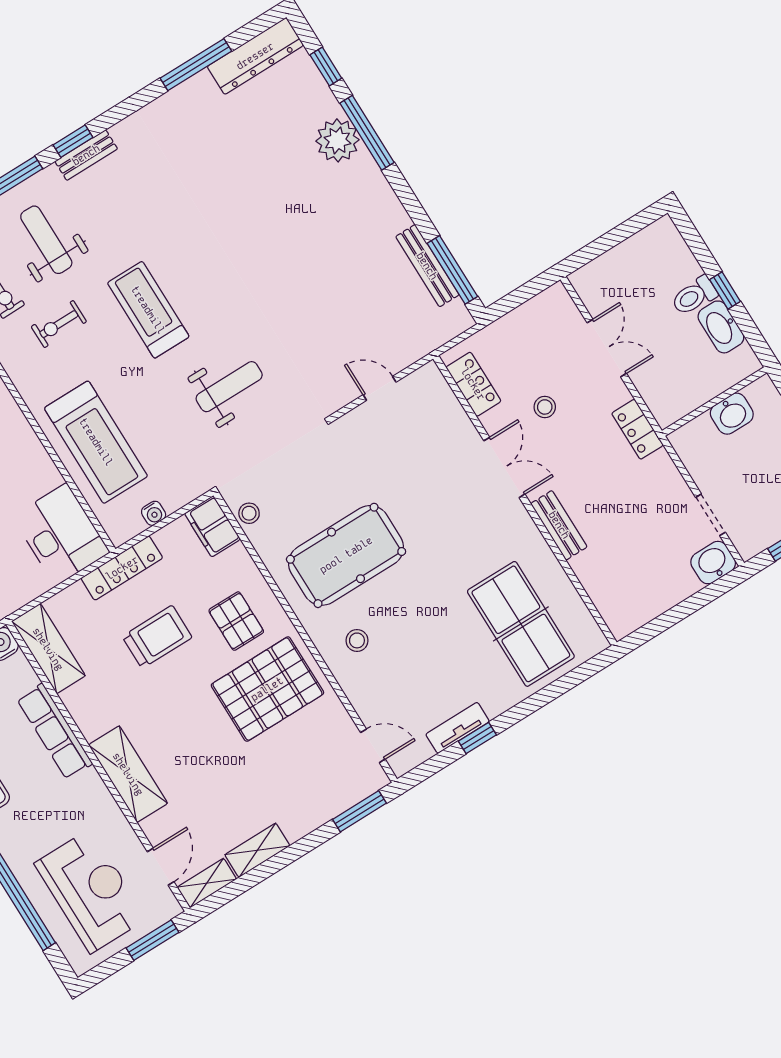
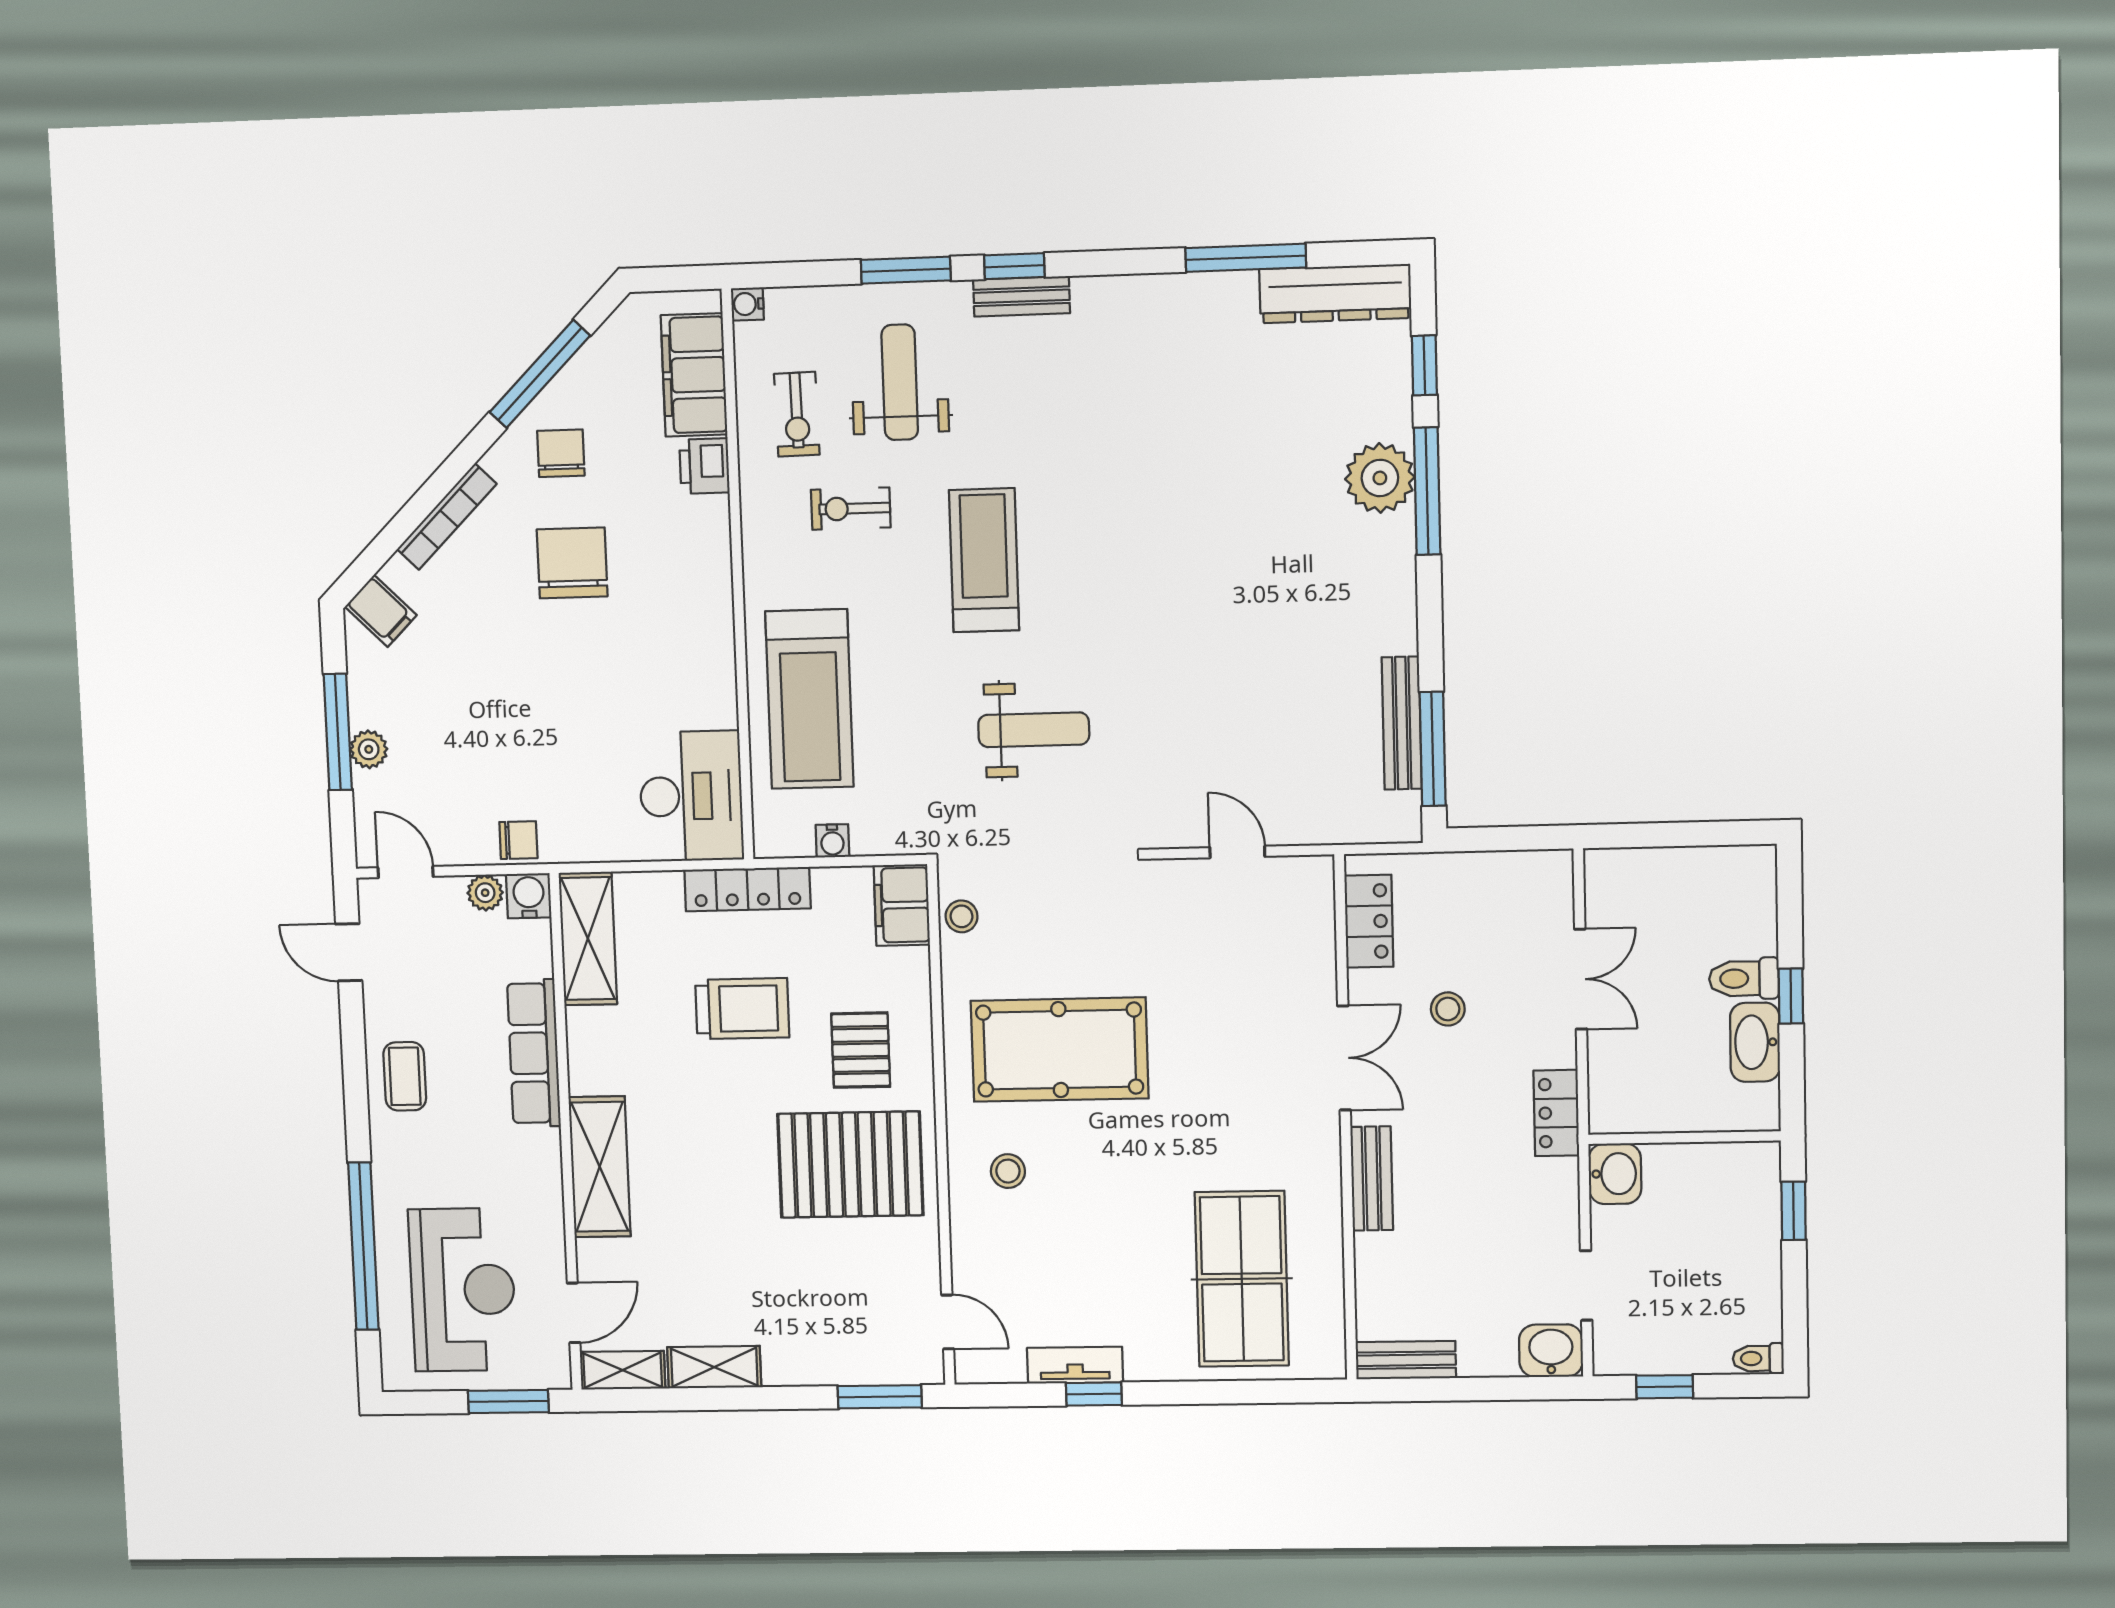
washbasin: (732, 414) -> (1615, 1174), moved, turned -90
bench: (637, 615) -> (1406, 1360), added

